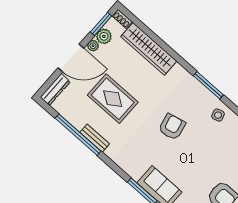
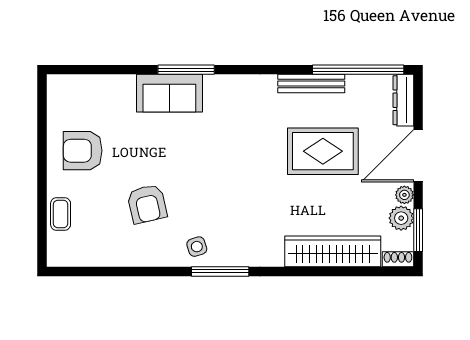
side table: (218, 115) -> (197, 247), moved
armchair: (172, 127) -> (147, 204), moved
window: (78, 135) -> (358, 70), moved
bench: (95, 138) -> (311, 84), width x1.36

